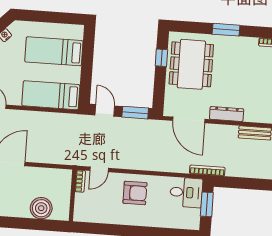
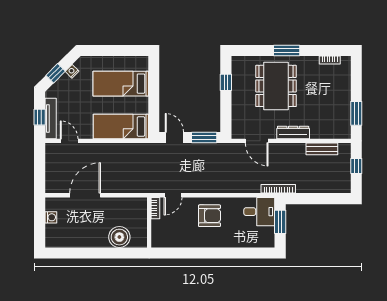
dining table: (191, 64) -> (276, 86), moved
door: (189, 120) -> (257, 141), width x0.73

